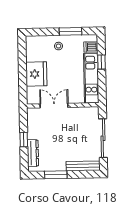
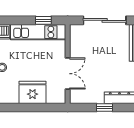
window: (101, 62) -> (43, 20), moved
double door: (54, 106) -> (68, 74), swing flipped

